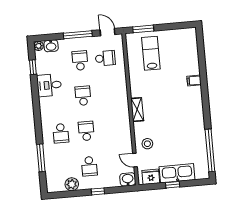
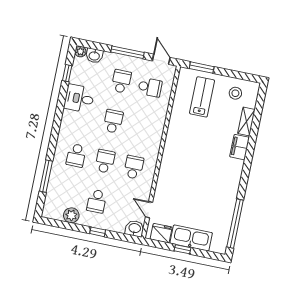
filing cabinet: (194, 81) -> (240, 147), width x2.00
shelving: (137, 110) -> (246, 122), moved
school desk: (112, 129) -> (134, 167), added
stool: (147, 144) -> (235, 93), moved

